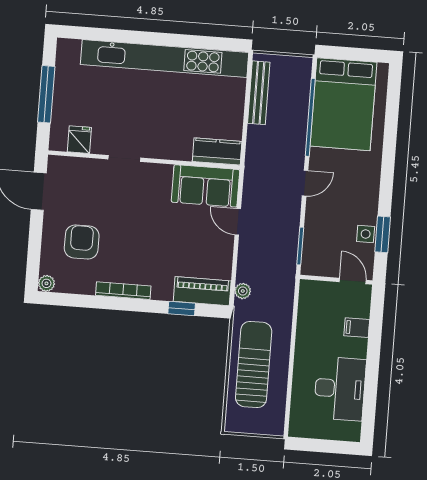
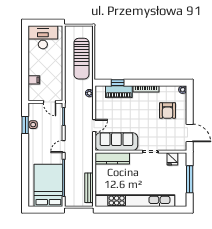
kitchen counter: (217, 151) -> (112, 158), width x1.50
sofa: (206, 186) -> (116, 142), width x1.36
door: (238, 222) -> (94, 126), hinge flipped
door: (353, 281) -> (50, 102), moved
piano: (202, 291) -> (119, 92), moved
desk: (340, 389) -> (43, 37), moved, turned 90

